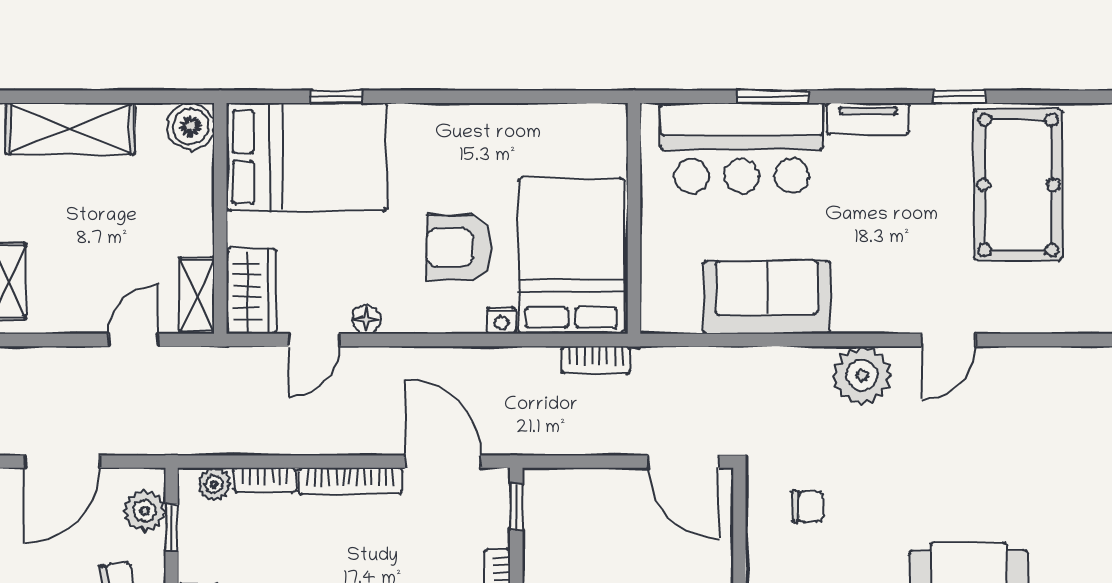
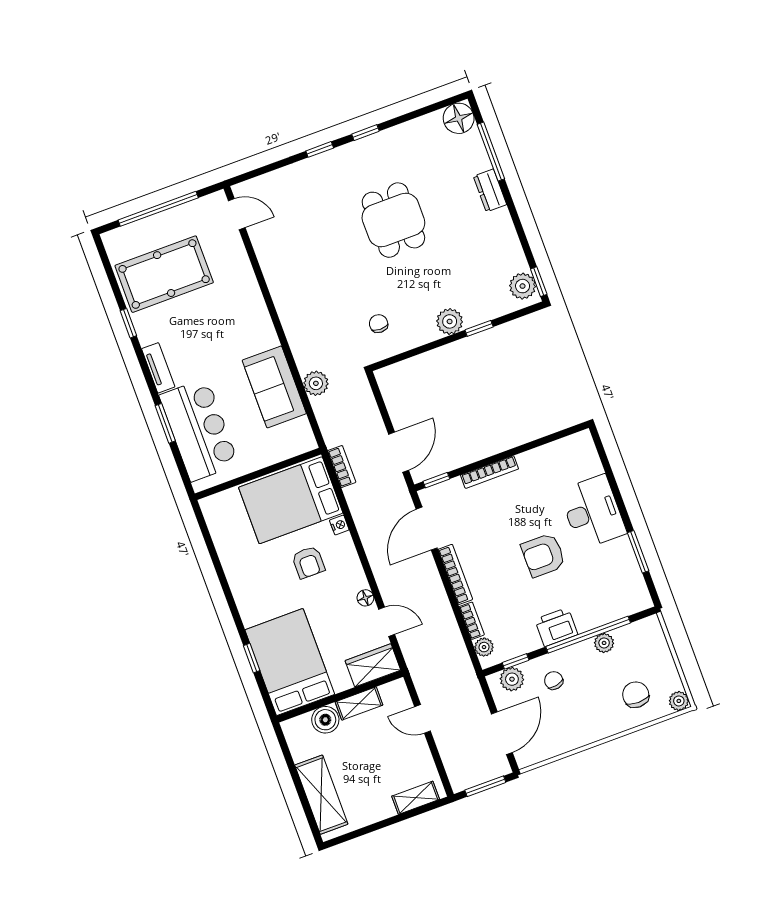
boiler: (191, 126) -> (325, 720), moved
armchair: (459, 247) -> (308, 562), width x0.72, depth x0.72
shelving: (197, 296) -> (359, 703), moved
door: (949, 340) -> (237, 214), moved
plant: (862, 376) -> (316, 383), moved, width x0.73, depth x0.73
door: (62, 462) -> (502, 733), hinge flipped
door: (683, 462) -> (399, 452), moved

